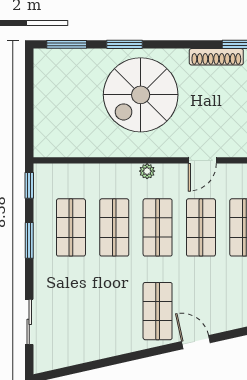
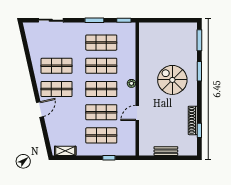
spiral stairs: (141, 95) -> (172, 80), width x0.73, depth x0.73
door: (202, 160) -> (137, 113), hinge flipped
shop shelf: (114, 311) -> (57, 66), added

